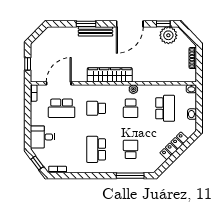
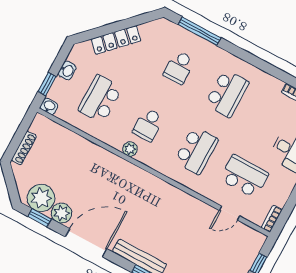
plant: (152, 33) -> (62, 213), added
wardrobe: (110, 75) -> (152, 187), removed
door: (59, 83) -> (230, 213), width x0.53
window: (199, 100) -> (47, 84), added
school desk: (96, 108) -> (196, 150), width x1.85
school desk: (131, 108) -> (148, 125), turned 180

